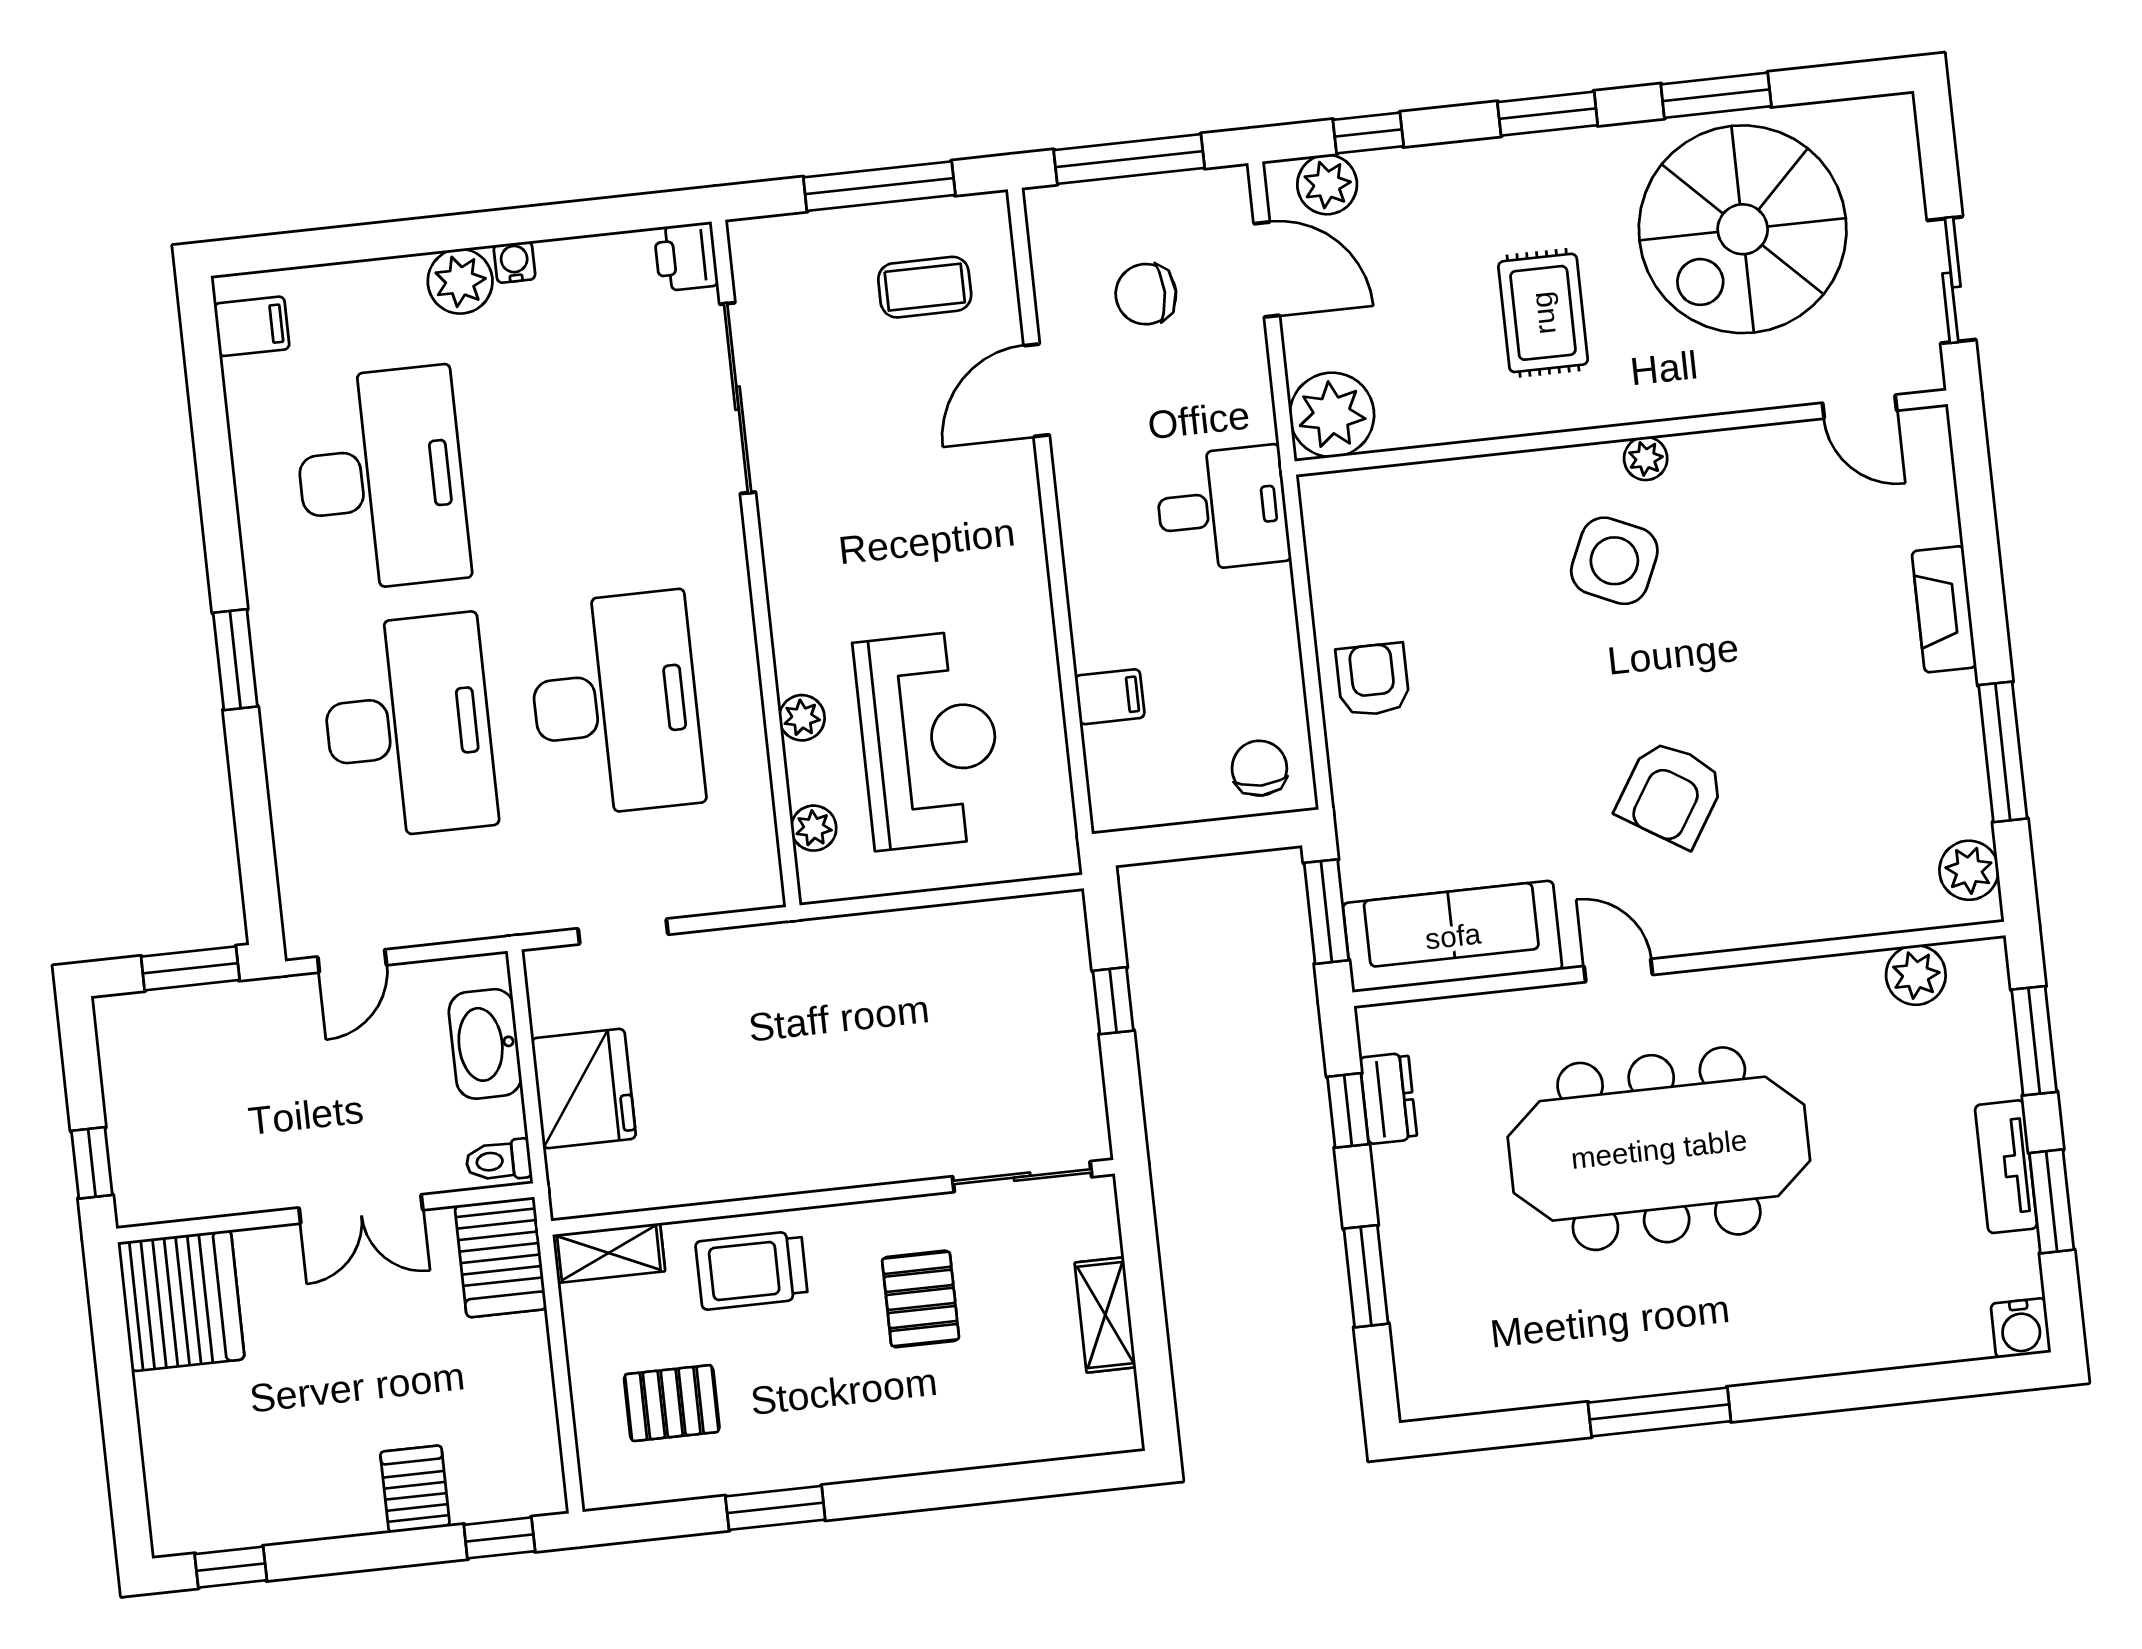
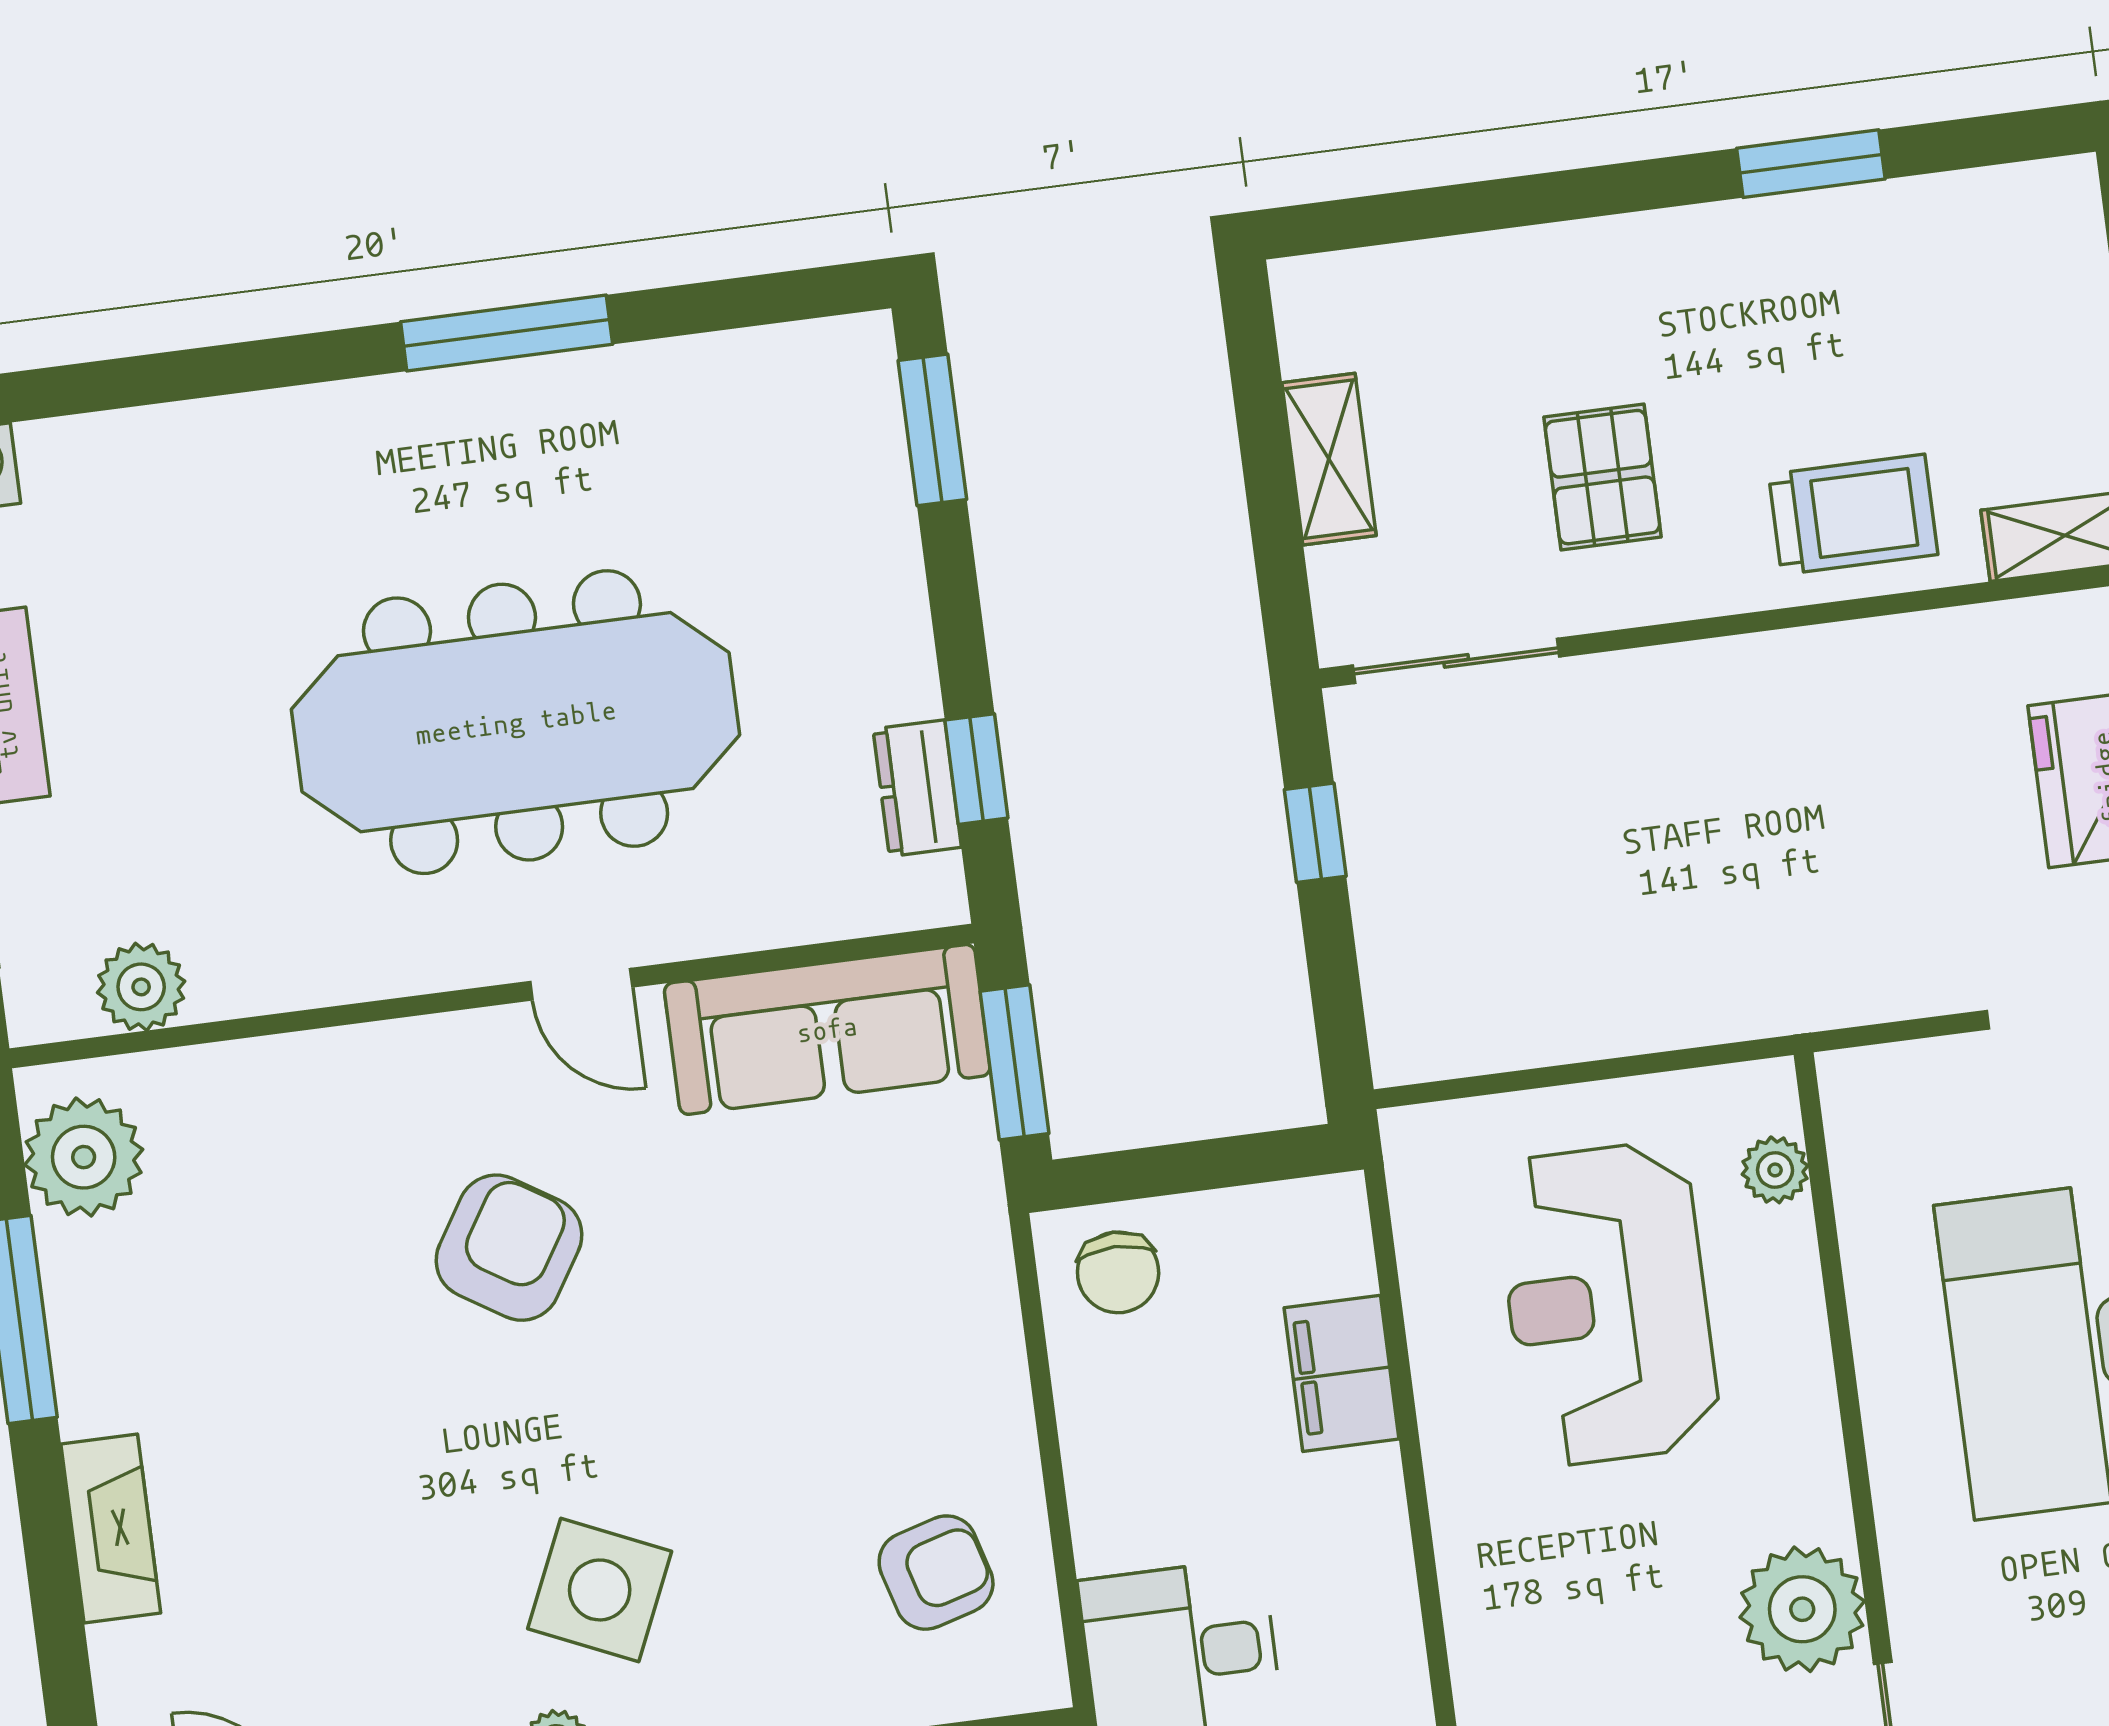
armchair: (1373, 680) -> (936, 1573), moved, turned -106
filing cabinet: (1110, 697) -> (1342, 1373), width x2.00
plant: (802, 718) -> (1802, 1609), moved, width x1.88, depth x1.88
plant: (1969, 870) -> (84, 1157), width x1.36, depth x1.36
window: (1113, 1001) -> (1315, 833), moved
window: (1366, 1276) -> (932, 430), moved
pallet: (672, 1403) -> (1967, 315), removed

